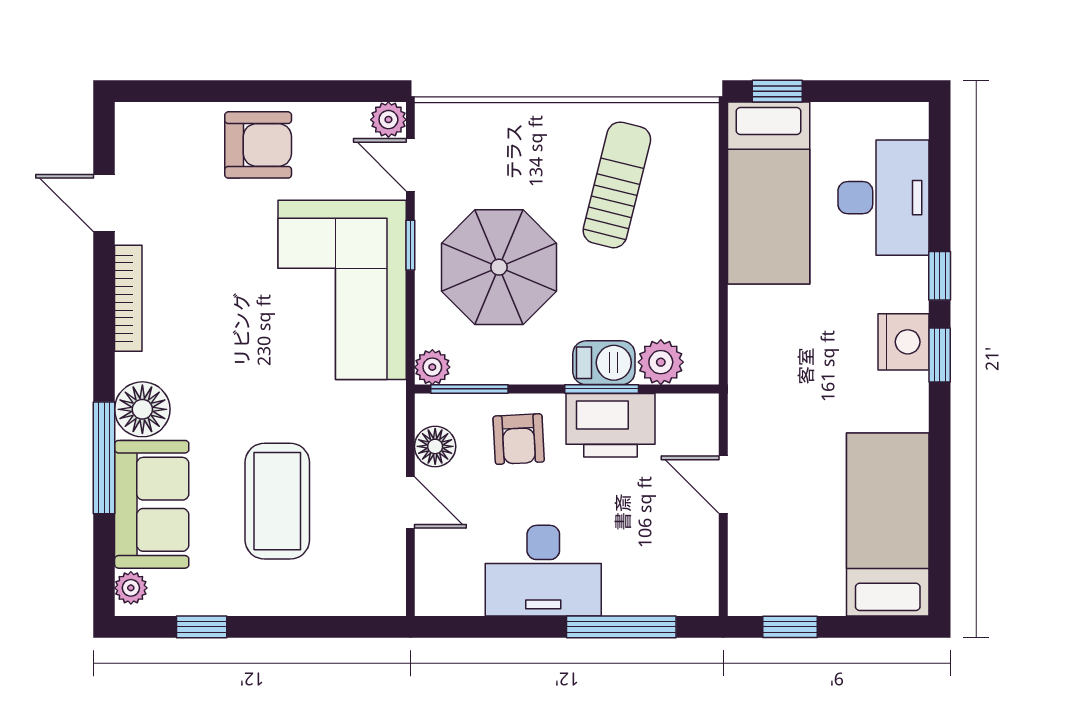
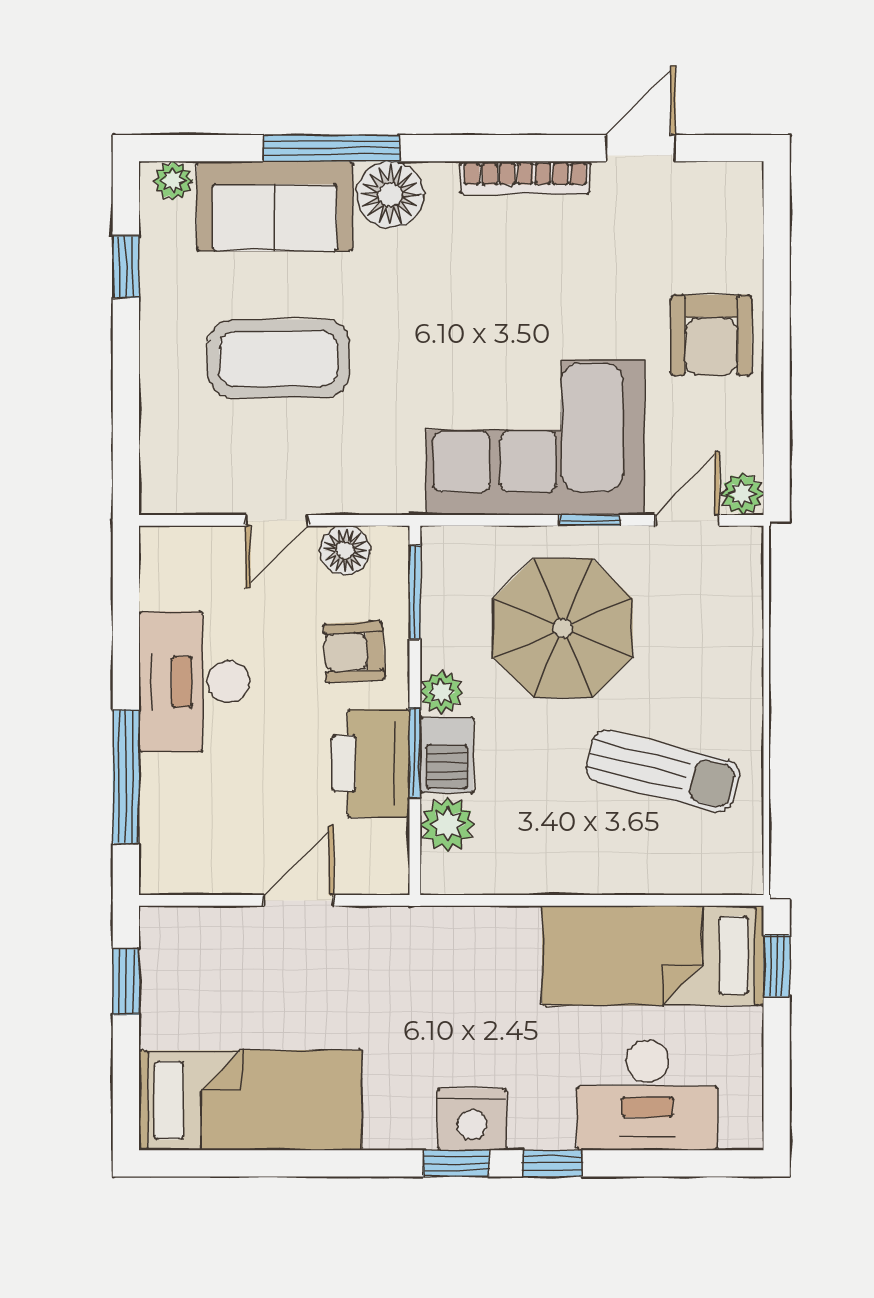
plant: (432, 367) -> (441, 692), moved

